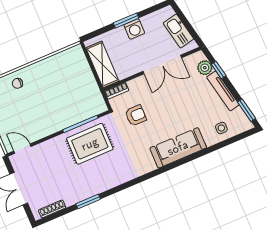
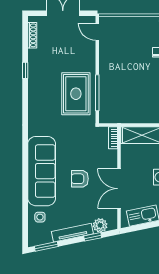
armchair: (136, 115) -> (80, 179), moved, turned 90
sofa: (178, 148) -> (42, 171), width x1.36, depth x1.27
door: (22, 149) -> (97, 32), swing flipped
window: (88, 201) -> (25, 70), width x0.67

